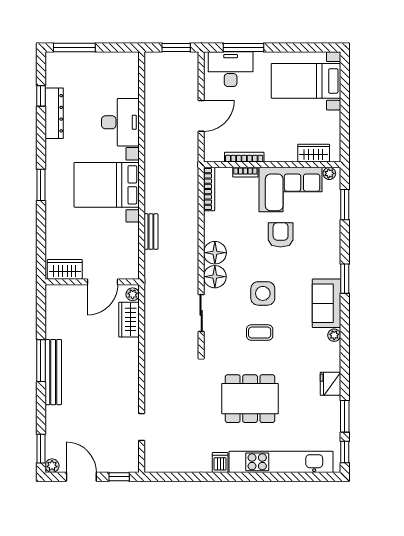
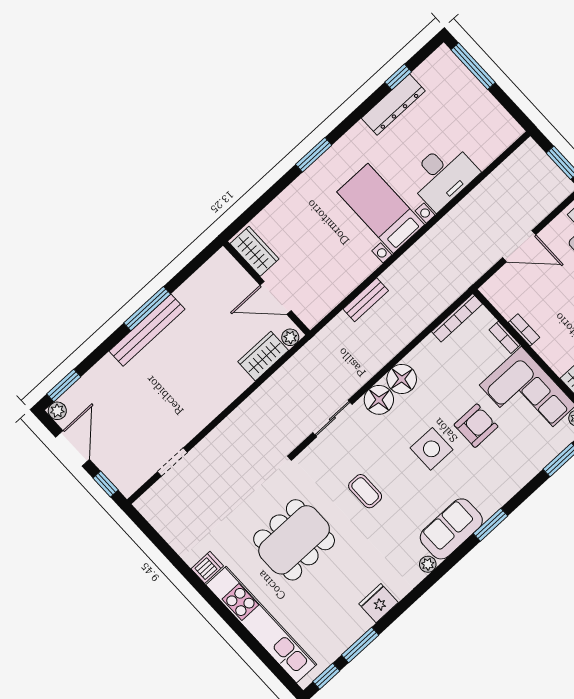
bookcase: (244, 157) -> (524, 330), width x0.64
bed with nightstands: (107, 185) -> (381, 208), width x0.73
side table: (263, 293) -> (431, 449), moved
dining table: (250, 399) -> (294, 540), turned 90

